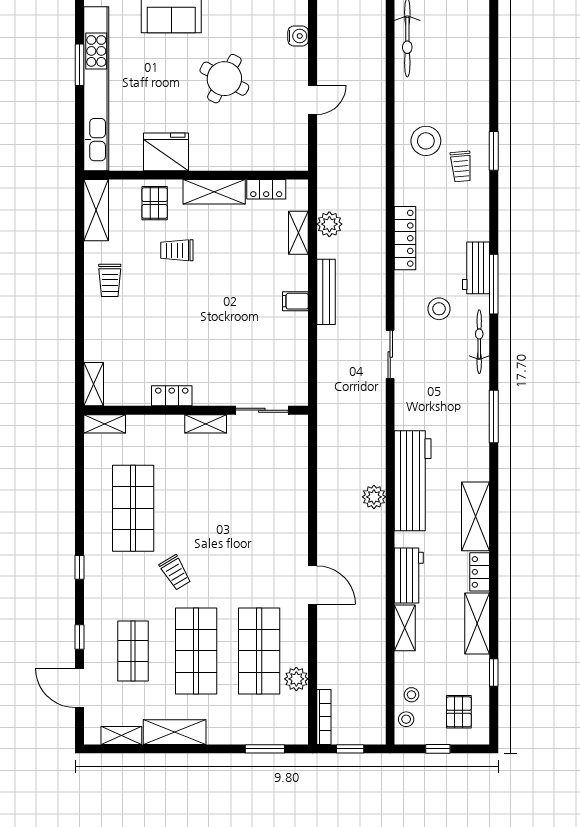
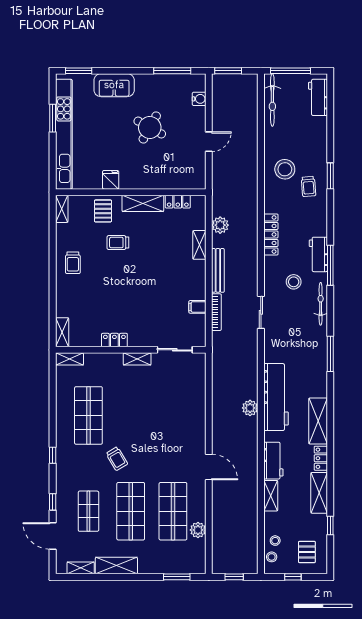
workbench: (475, 34) -> (318, 97), added
fridge: (166, 152) -> (111, 180), width x0.53, depth x0.75
shelving: (96, 210) -> (62, 209), width x0.67, depth x0.75
shelving: (298, 233) -> (199, 245), moved
filing cabinet: (295, 301) -> (197, 307), moved
bookcase: (324, 717) -> (216, 312), moved

